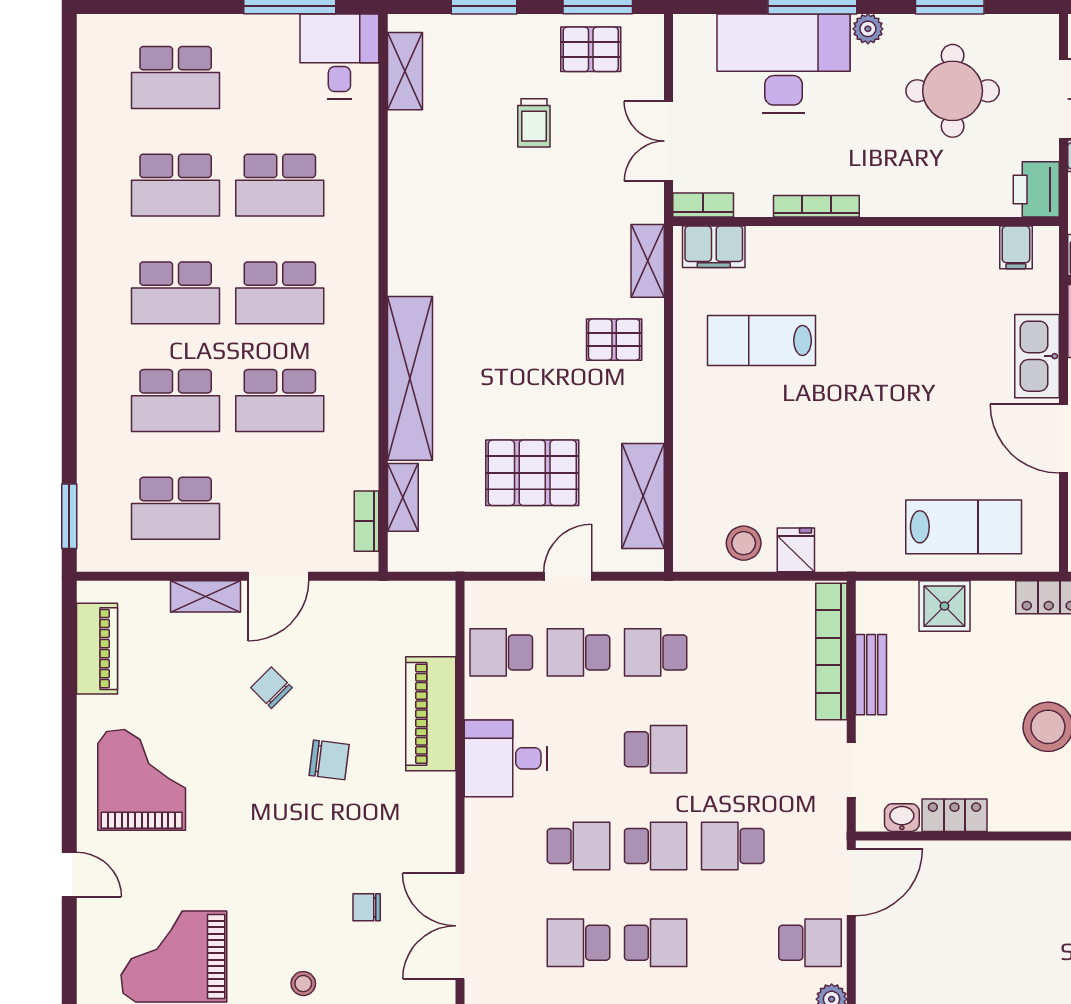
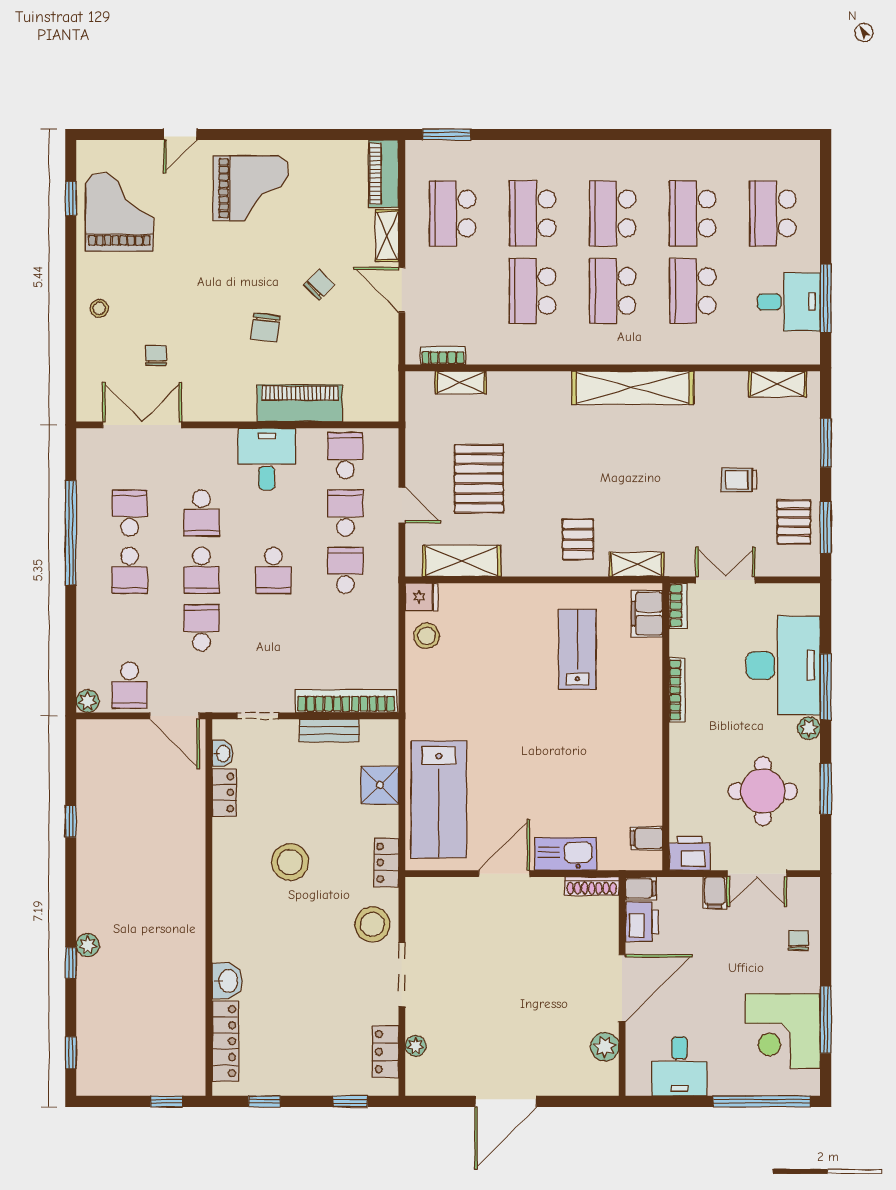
desk: (339, 56) -> (789, 302), moved
shelving: (410, 378) -> (633, 388), moved
lab bench: (964, 527) -> (439, 799), width x1.36, depth x1.39
fridge: (796, 550) -> (422, 597), moved
piano: (97, 649) -> (384, 174), moved, turned 90

